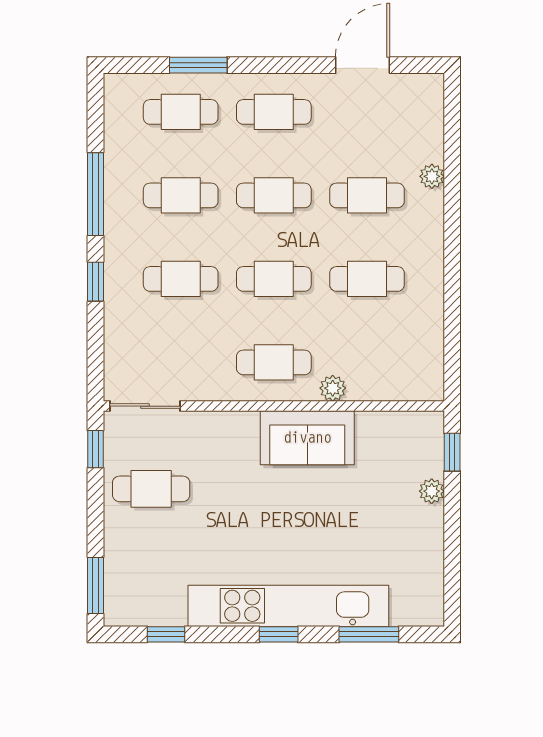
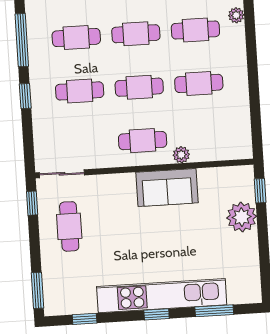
cafe table: (151, 489) -> (69, 226), turned 90
plant: (432, 491) -> (242, 217), width x1.87, depth x1.87

